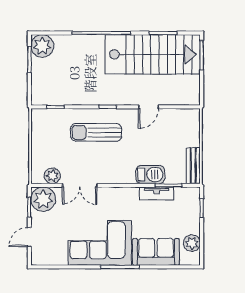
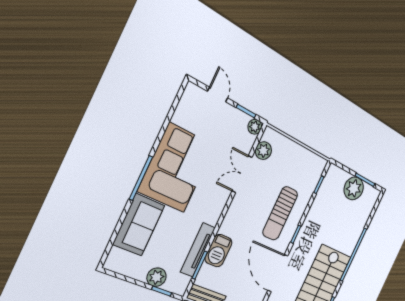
plant: (42, 46) -> (354, 188), moved
door: (148, 107) -> (278, 273), width x1.87
sun lounger: (96, 132) -> (280, 213), turned 180
tv unit: (157, 193) -> (198, 250), width x1.41
plant: (43, 199) -> (255, 127), width x0.53, depth x0.53
plant: (192, 243) -> (157, 277), moved

